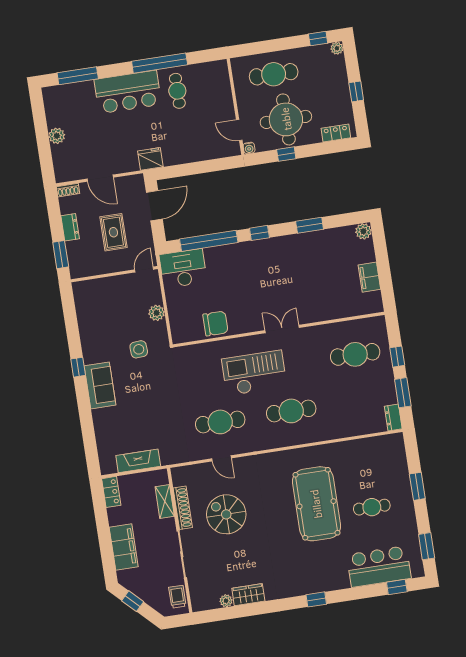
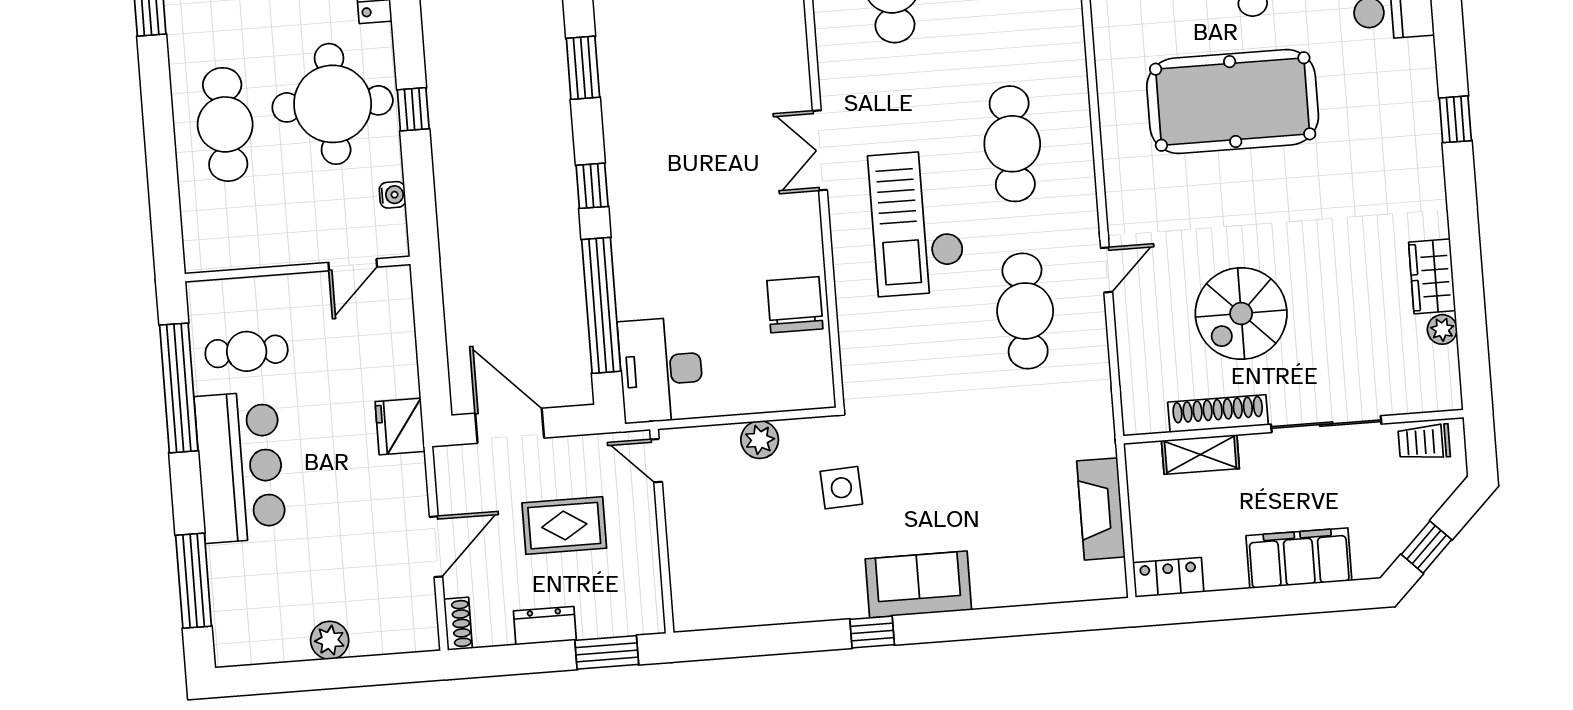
wall: (236, 107) -> (298, 269), moved
door: (239, 130) -> (353, 265), moved
door: (221, 458) -> (1107, 270), moved

